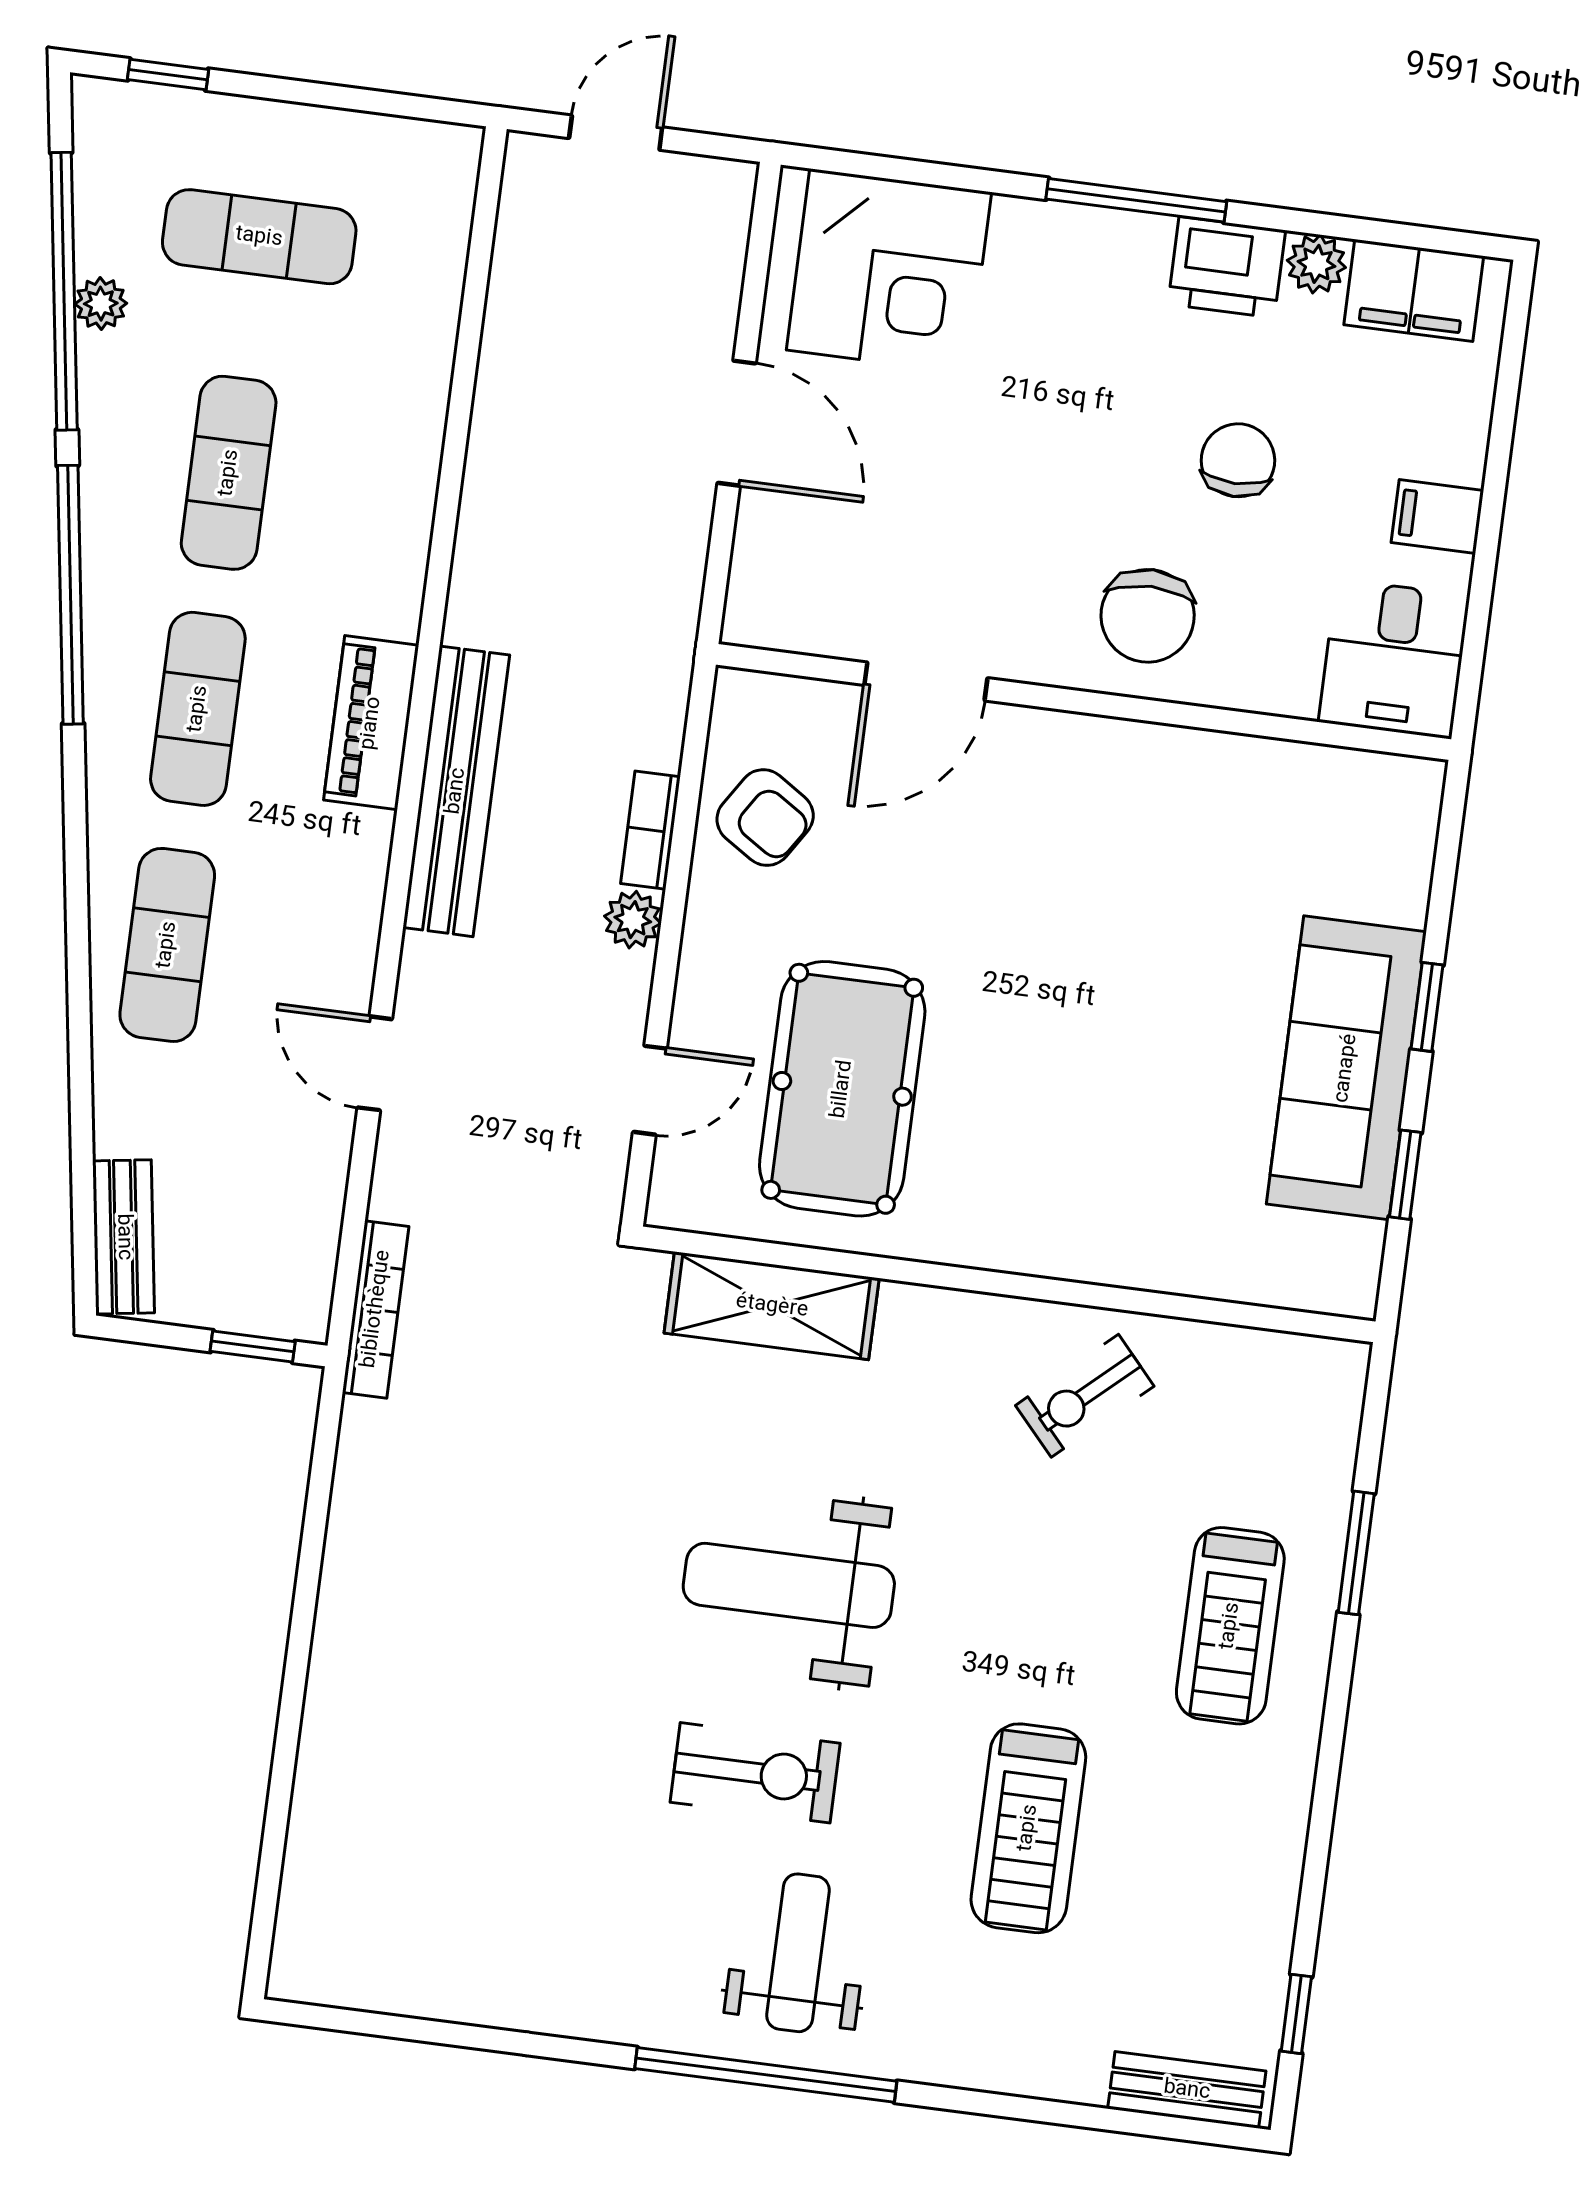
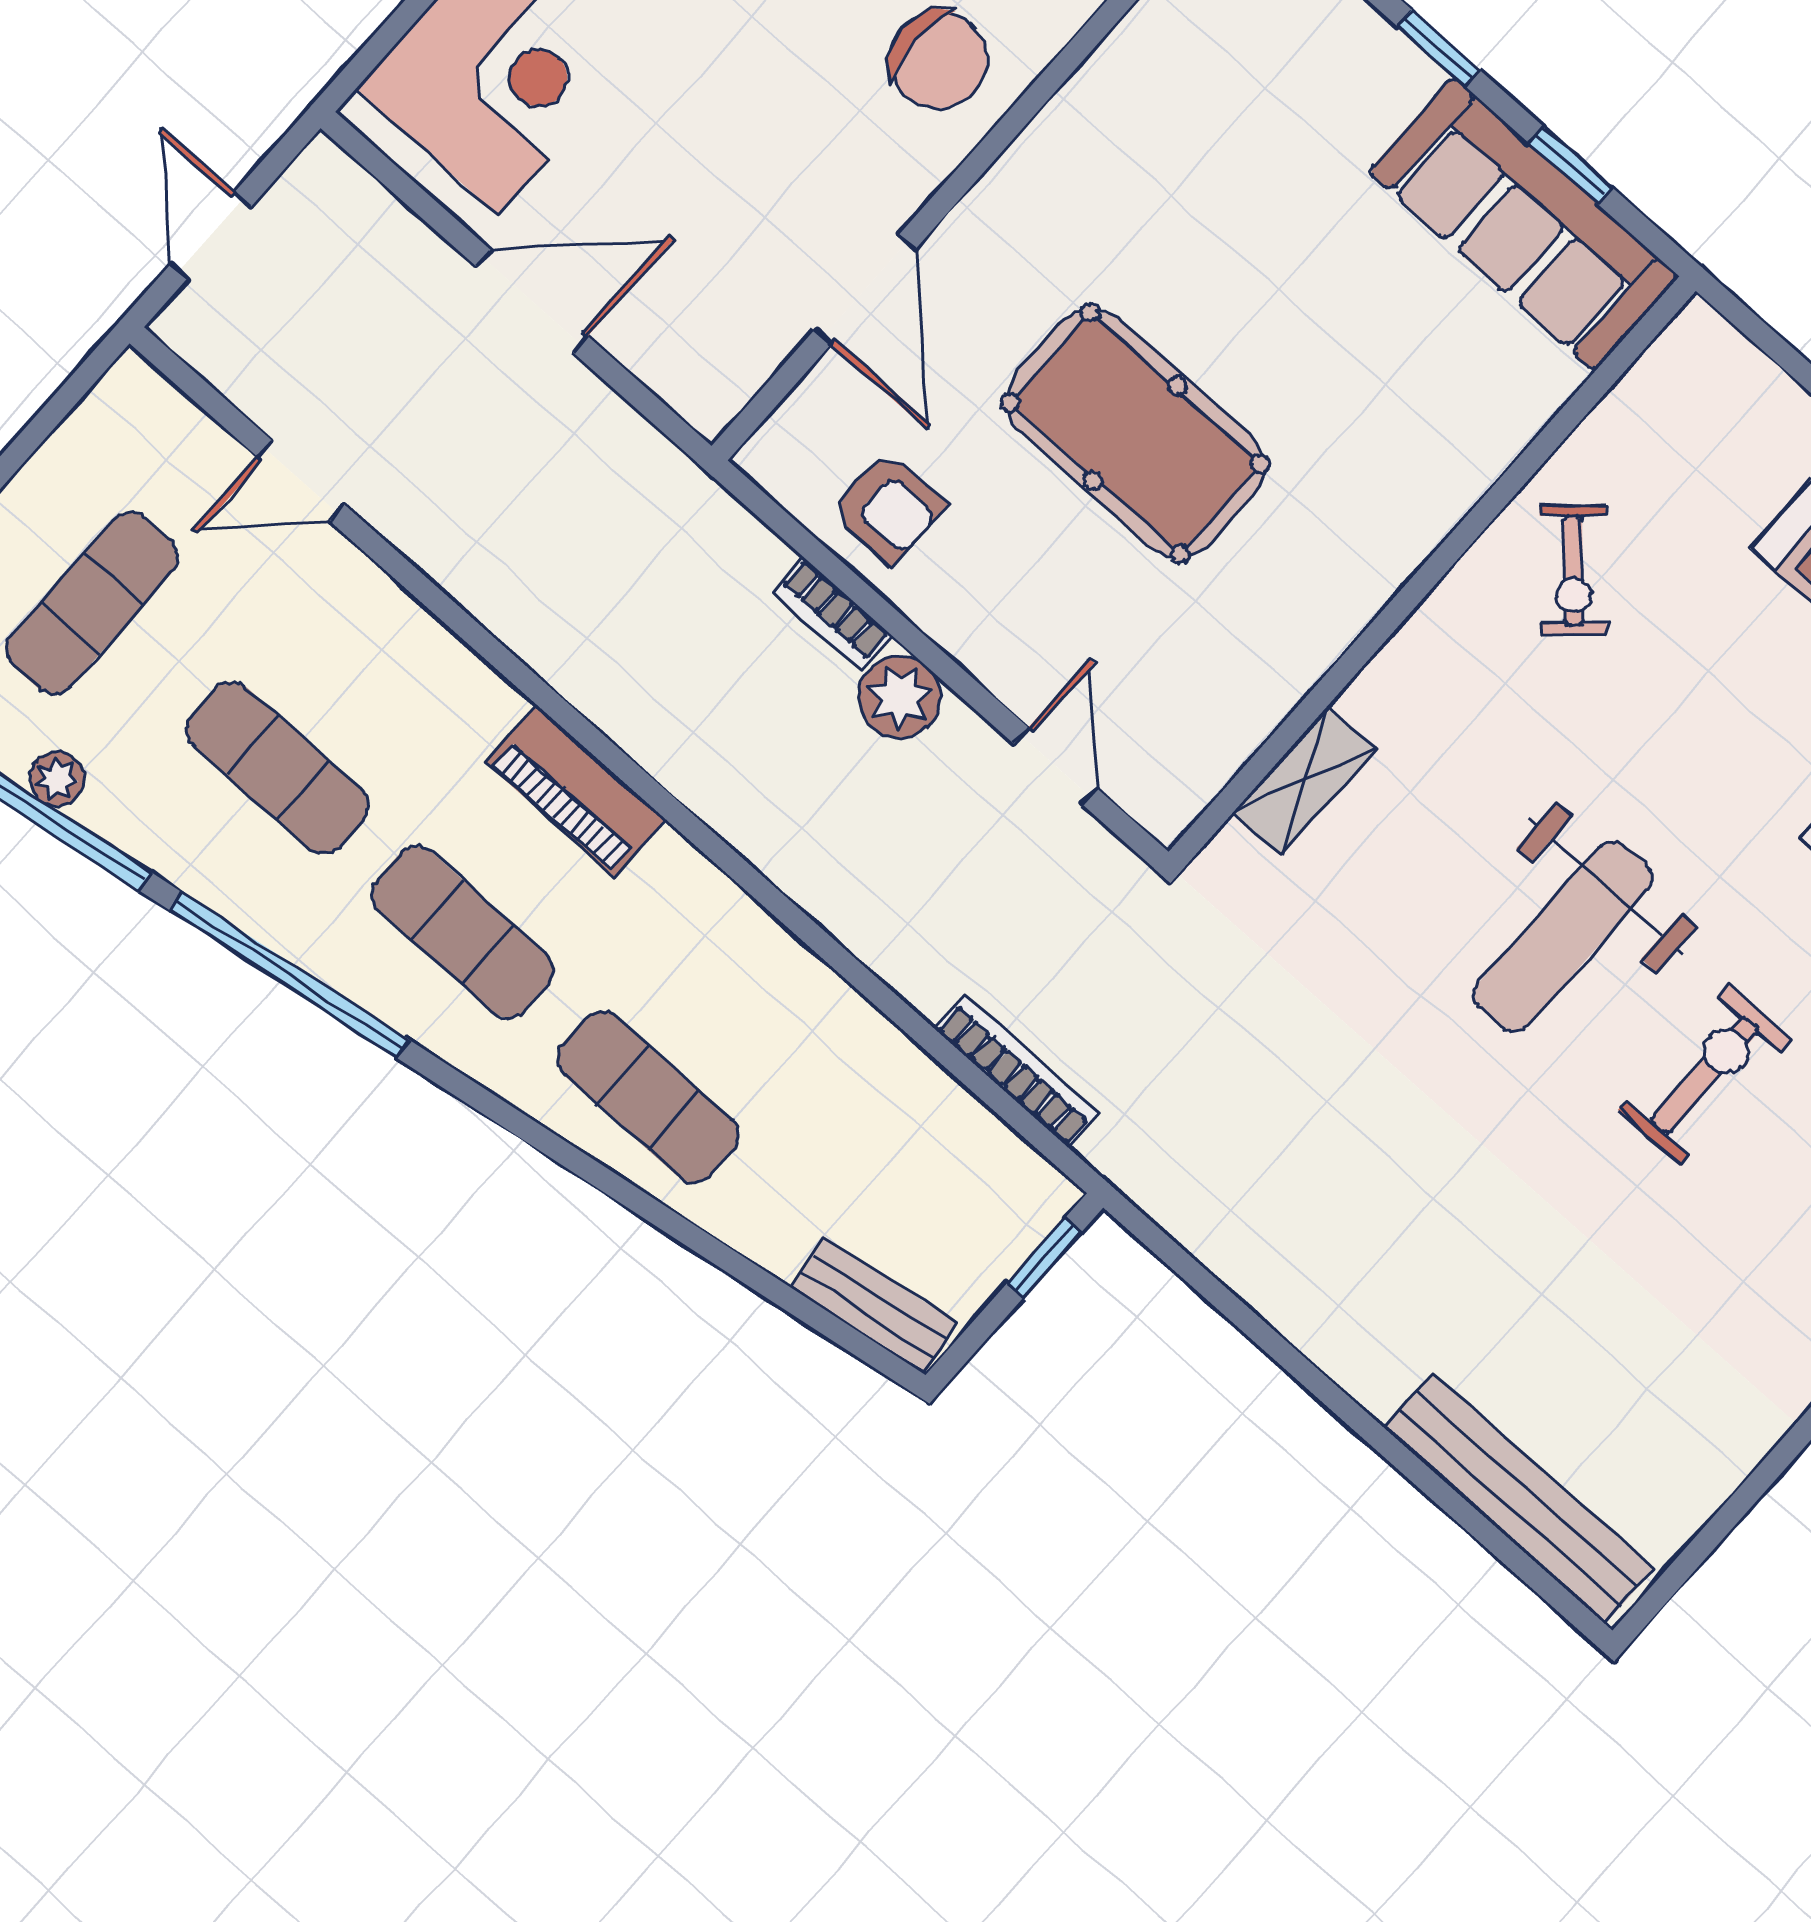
bench: (456, 791) -> (1519, 1498), moved
armchair: (765, 818) -> (888, 507), turned 57
plant: (633, 920) -> (900, 697), width x1.38, depth x1.38
door: (375, 1063) -> (301, 481), moved
sofa: (1346, 1068) -> (1524, 224), moved
pool table: (842, 1089) -> (1135, 433), moved
shelving: (772, 1306) -> (1304, 780), width x0.67, depth x0.75
bookcase: (376, 1309) -> (1017, 1071), moved

